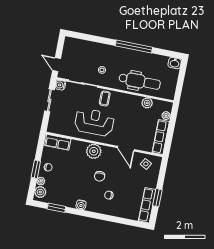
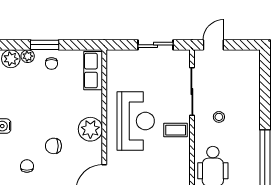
water cooler: (60, 85) -> (183, 57), removed

